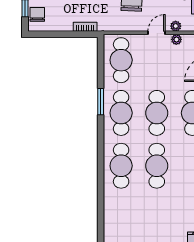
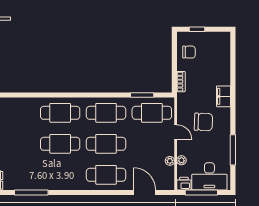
chair: (37, 14) -> (189, 52), moved
door: (156, 33) -> (176, 132), moved
window: (101, 102) -> (142, 95), moved

